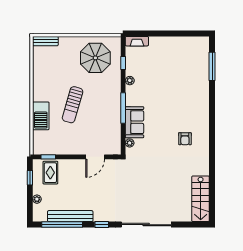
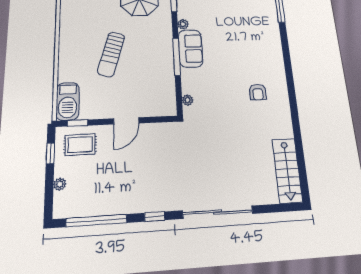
barbecue: (41, 116) -> (68, 101), moved
sofa: (135, 122) -> (190, 48), moved
door: (95, 157) -> (126, 121), moved
rug: (50, 173) -> (80, 145), turned 90
bench: (70, 216) -> (108, 207), removed

